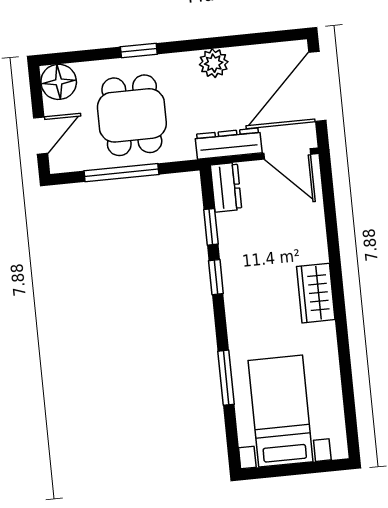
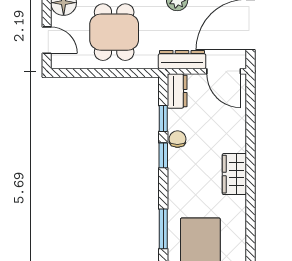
door: (41, 136) -> (47, 40), hinge flipped
window: (121, 173) -> (102, 73), removed
chair: (233, 253) -> (177, 139), added

